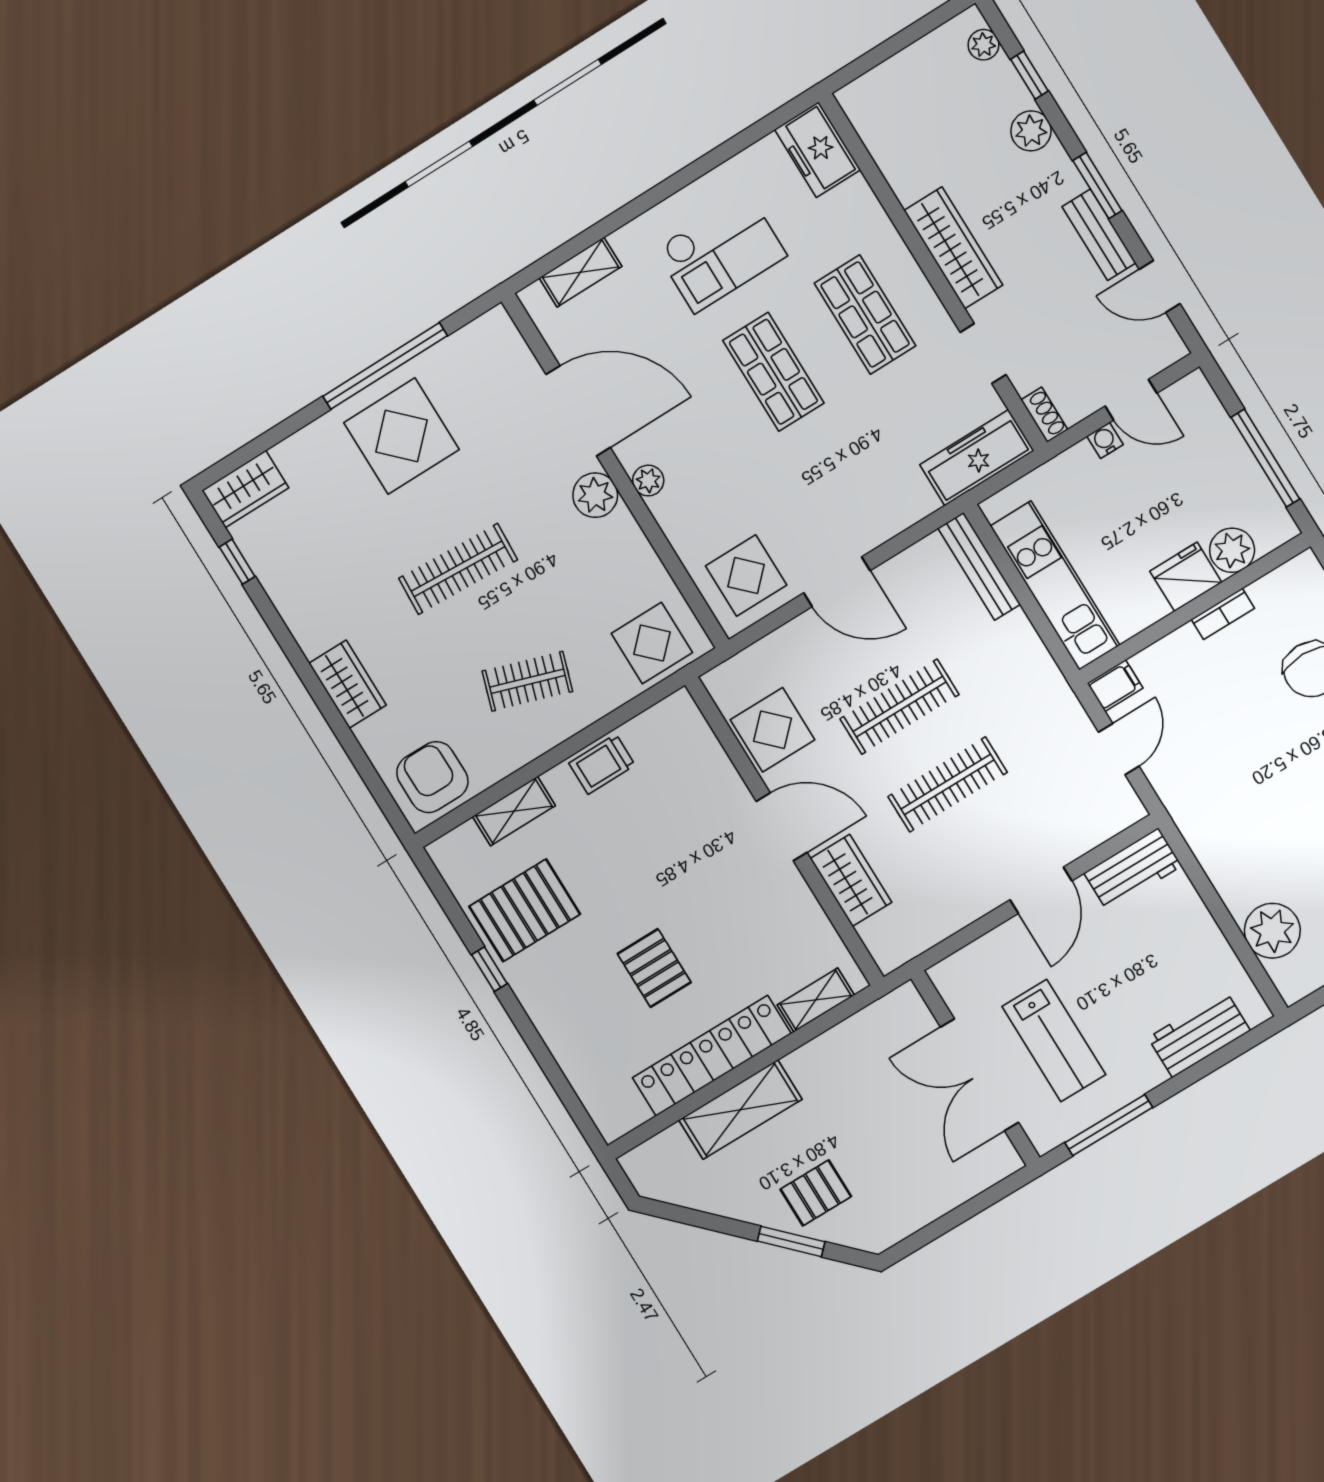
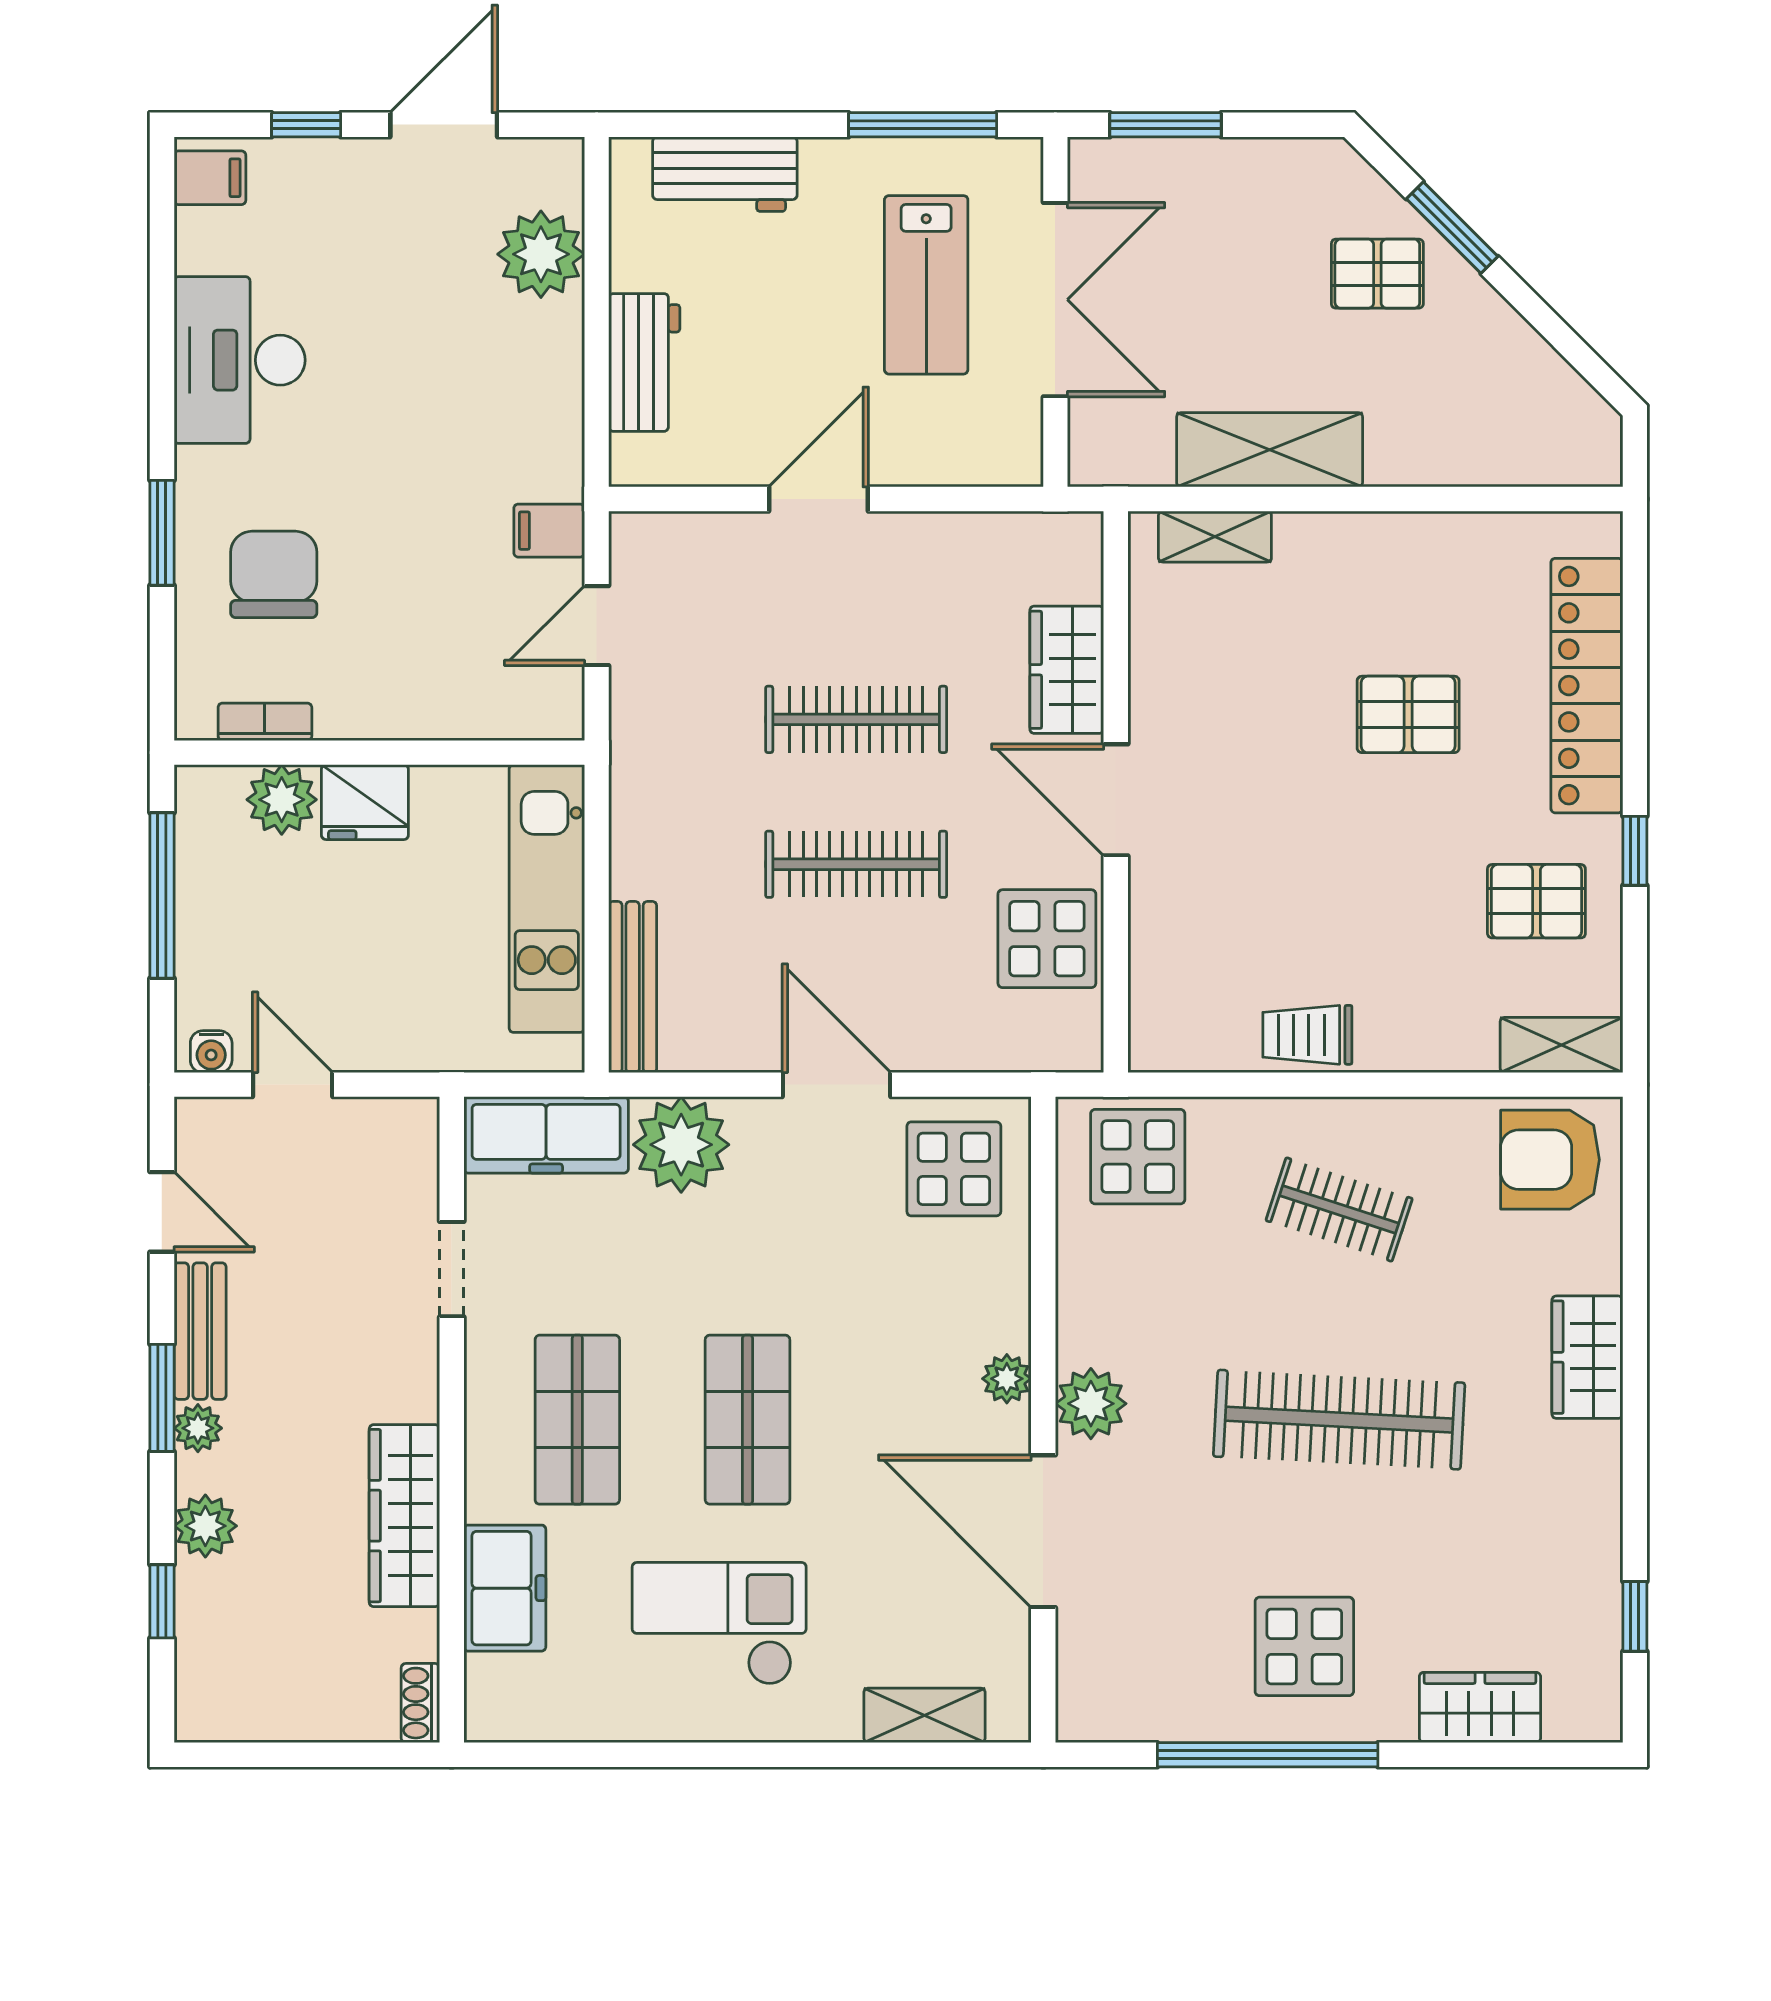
plant: (984, 45) -> (198, 1428), moved
freezer: (818, 150) -> (505, 1588), moved
wardrobe: (953, 248) -> (404, 1516), moved
shoe rack: (1044, 415) -> (420, 1703), moved
display table: (401, 436) -> (1304, 1646), width x0.73, depth x0.73
water cooler: (1105, 440) -> (211, 1052), moved
wardrobe: (245, 489) -> (1480, 1707), moved
plant: (901, 498) -> (681, 1145), added
clothes rail: (458, 569) -> (1339, 1420), width x1.37, depth x1.31
bookcase: (1223, 614) -> (265, 722), moved
filing cabinet: (1115, 686) -> (549, 531), moved
trolley: (602, 764) -> (1307, 1035), turned 180
armchair: (432, 777) -> (1550, 1160), turned 90
shelving: (514, 811) -> (1561, 1045), moved
workbench: (1133, 870) -> (644, 362), moved, turned 90
pallet: (525, 910) -> (1536, 901), width x0.67, depth x0.71
pallet: (654, 968) -> (1408, 714), turned 90
lab bench: (1054, 1041) -> (926, 285), turned 180
locker: (712, 1056) -> (1587, 686), moved, turned 90
shelving: (740, 1110) -> (1270, 450), moved
window: (978, 1204) -> (1165, 125), added

